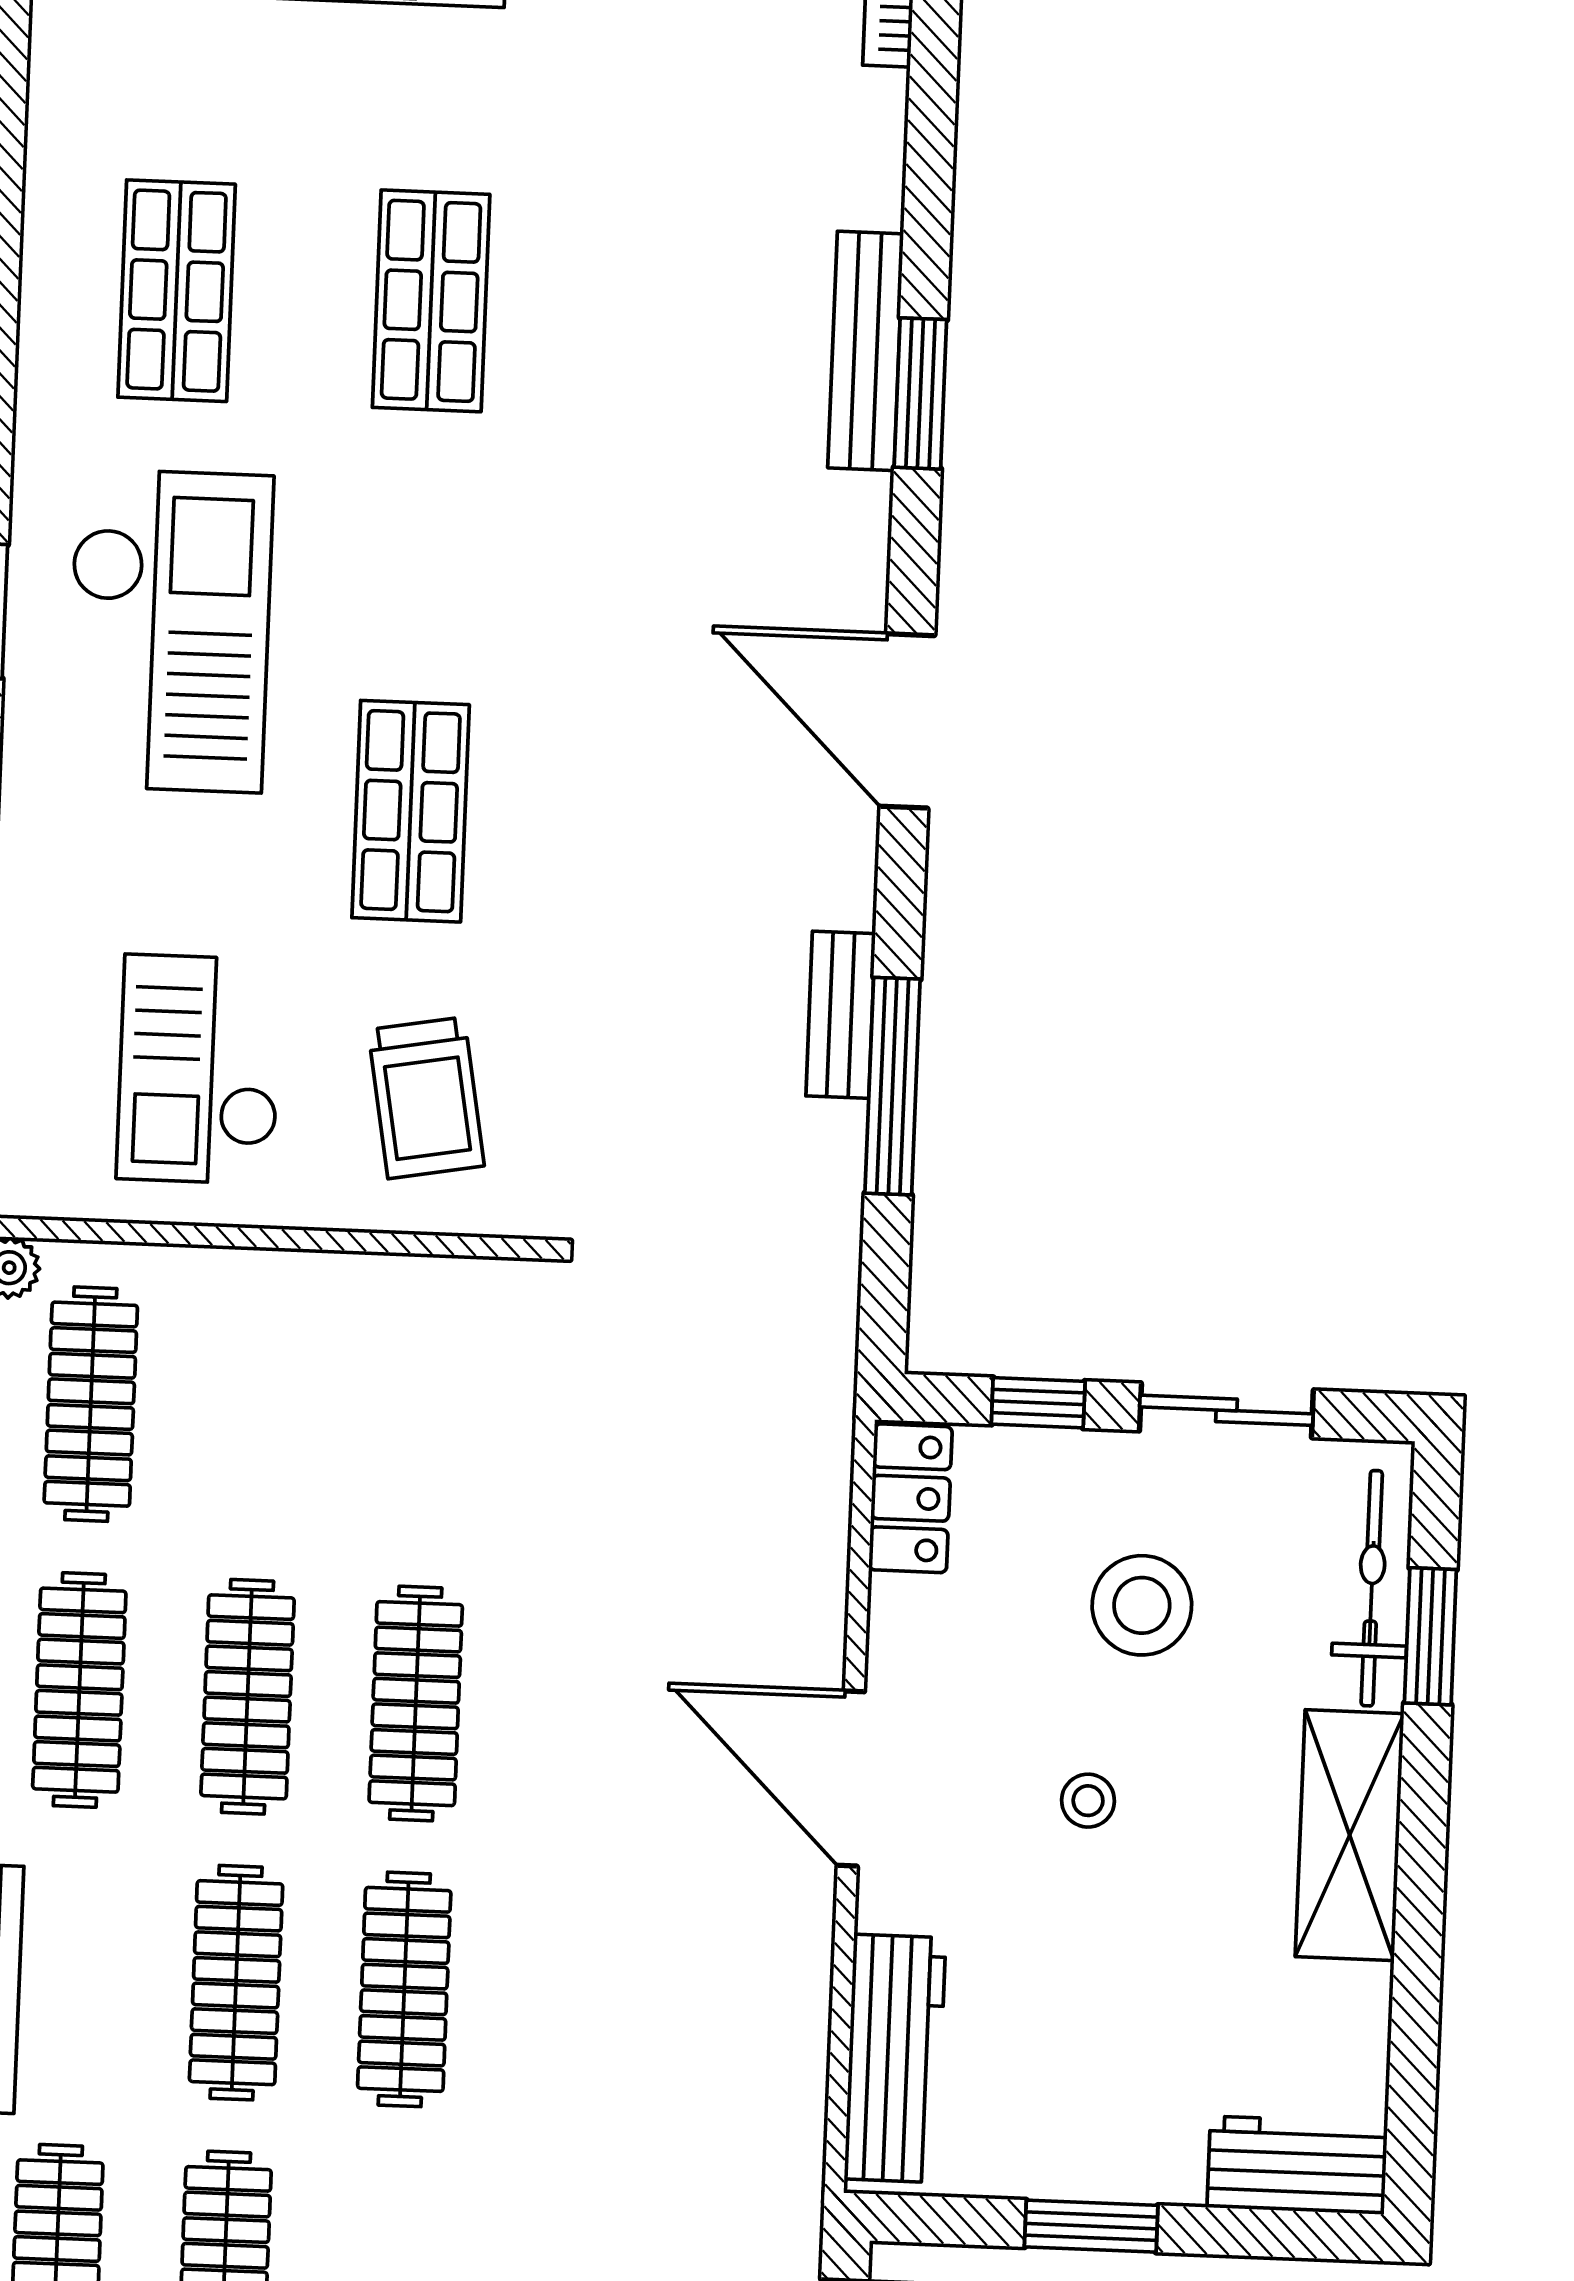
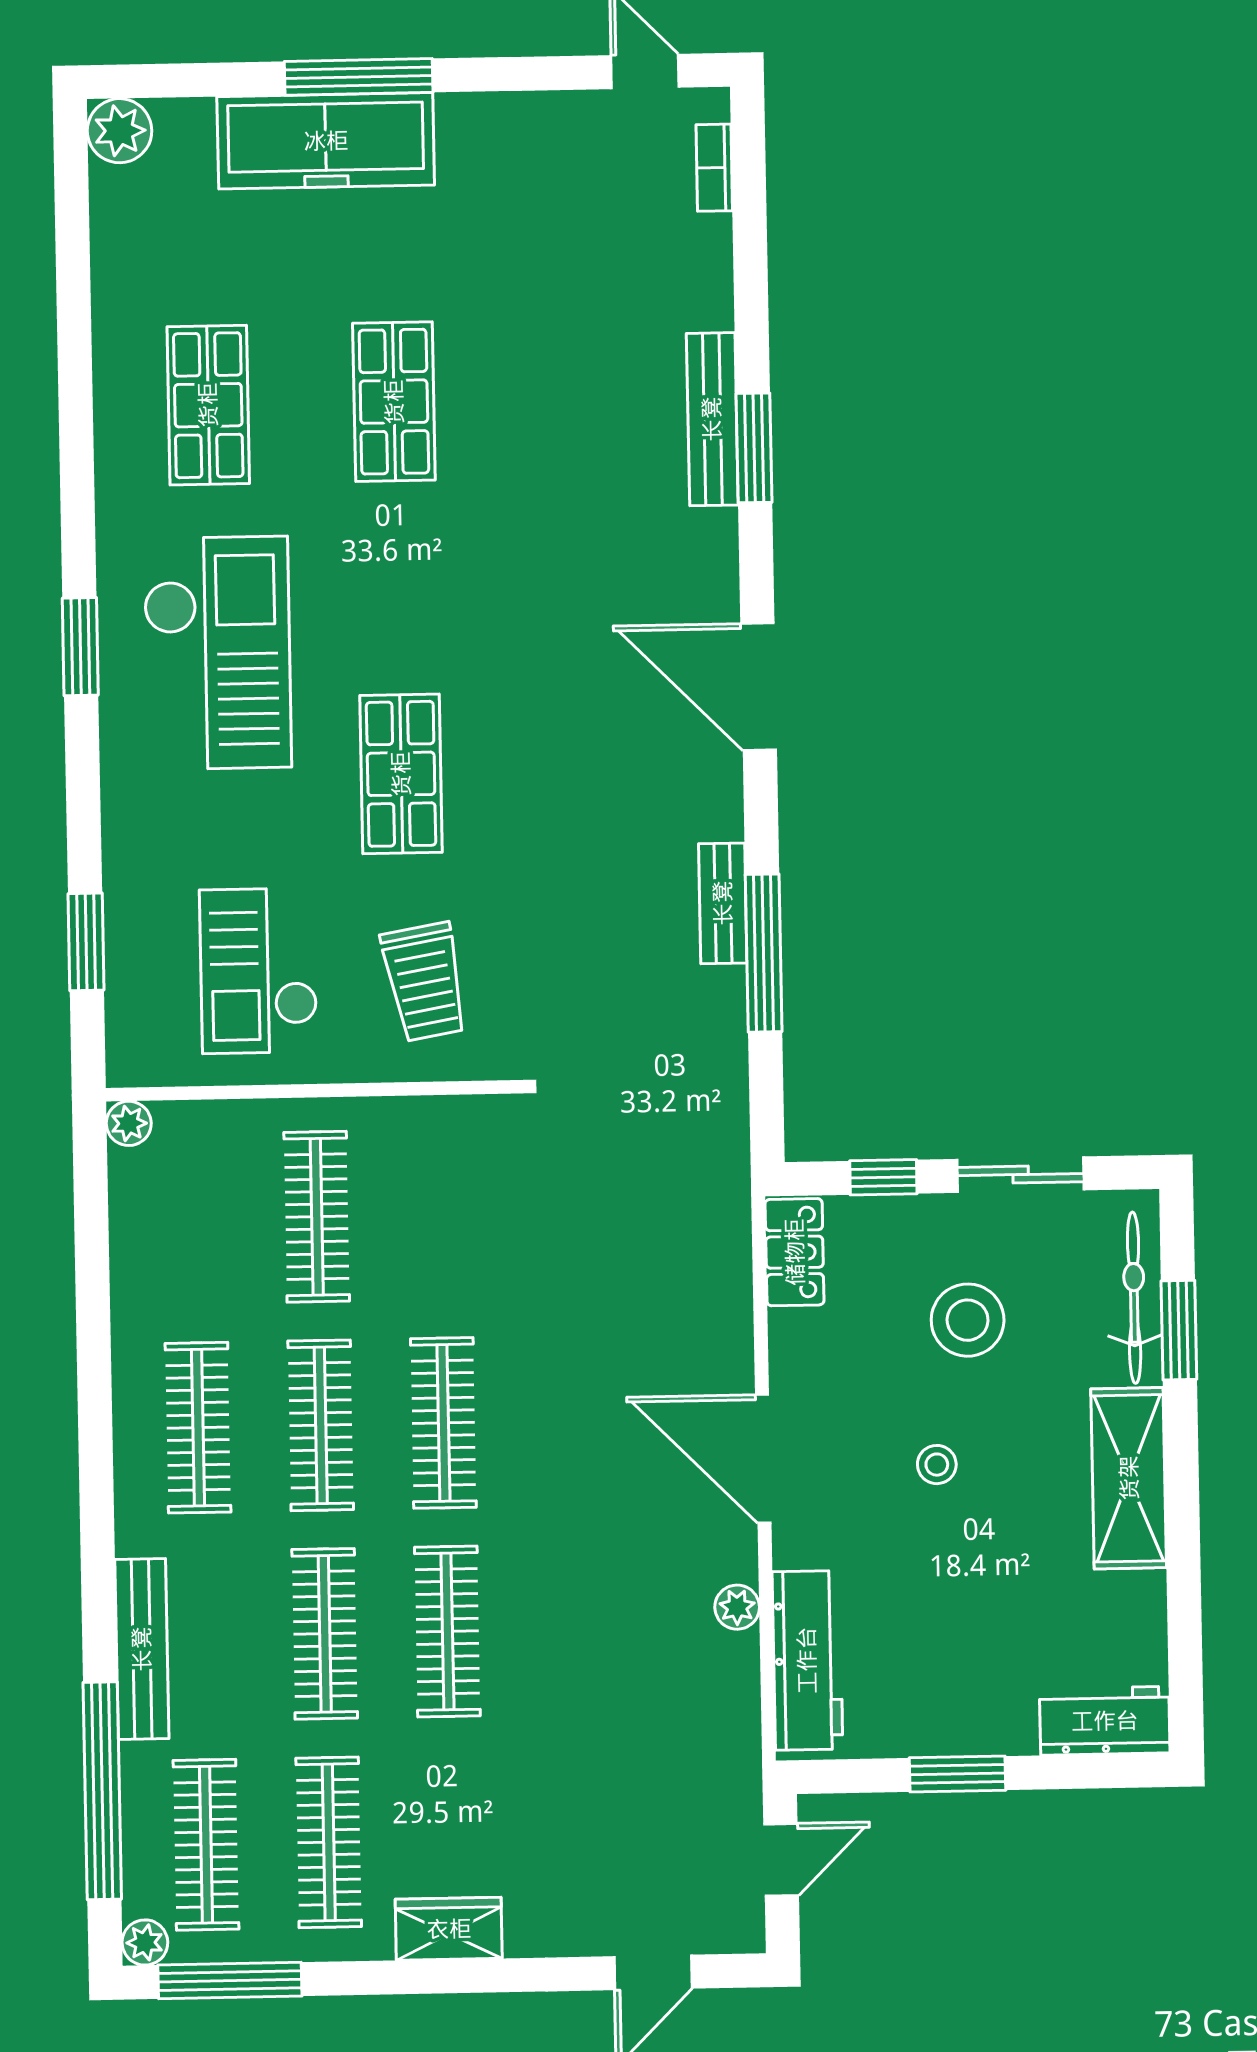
clothes rail: (91, 1404) -> (317, 1217), moved
plant: (803, 1980) -> (737, 1607), added

